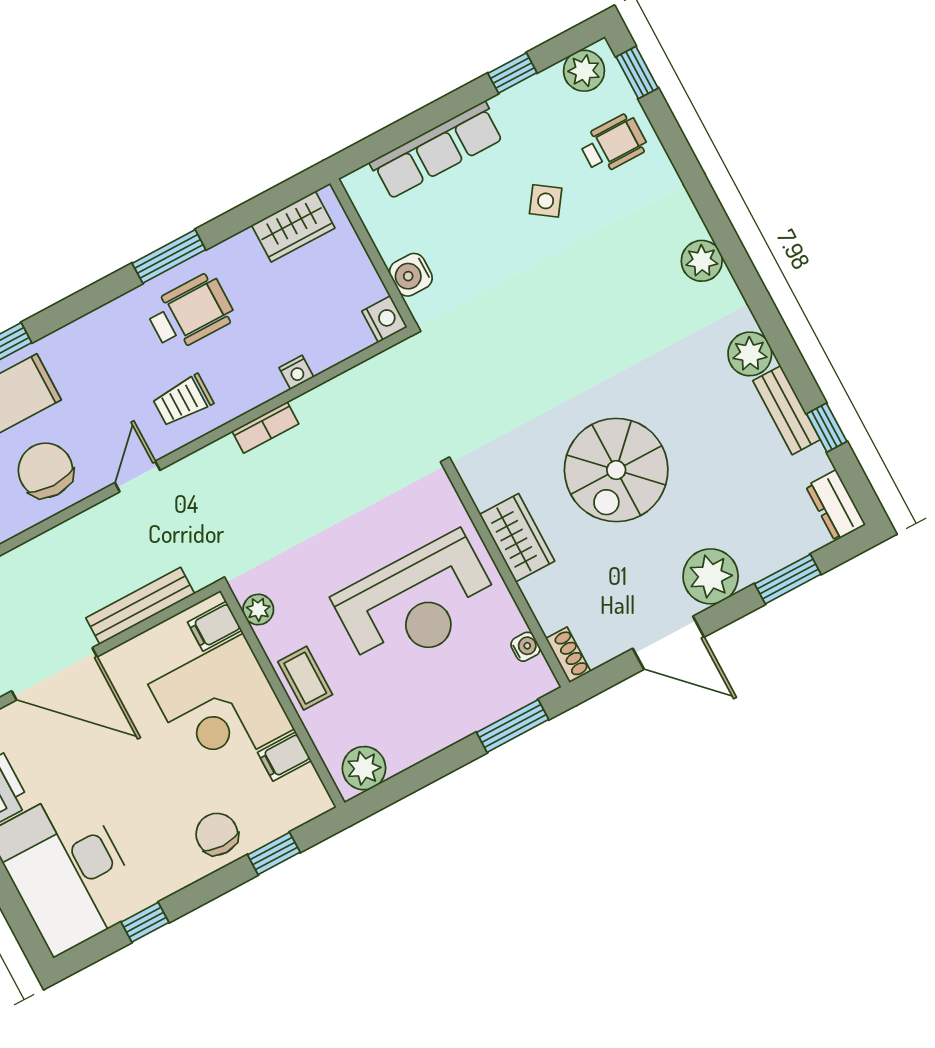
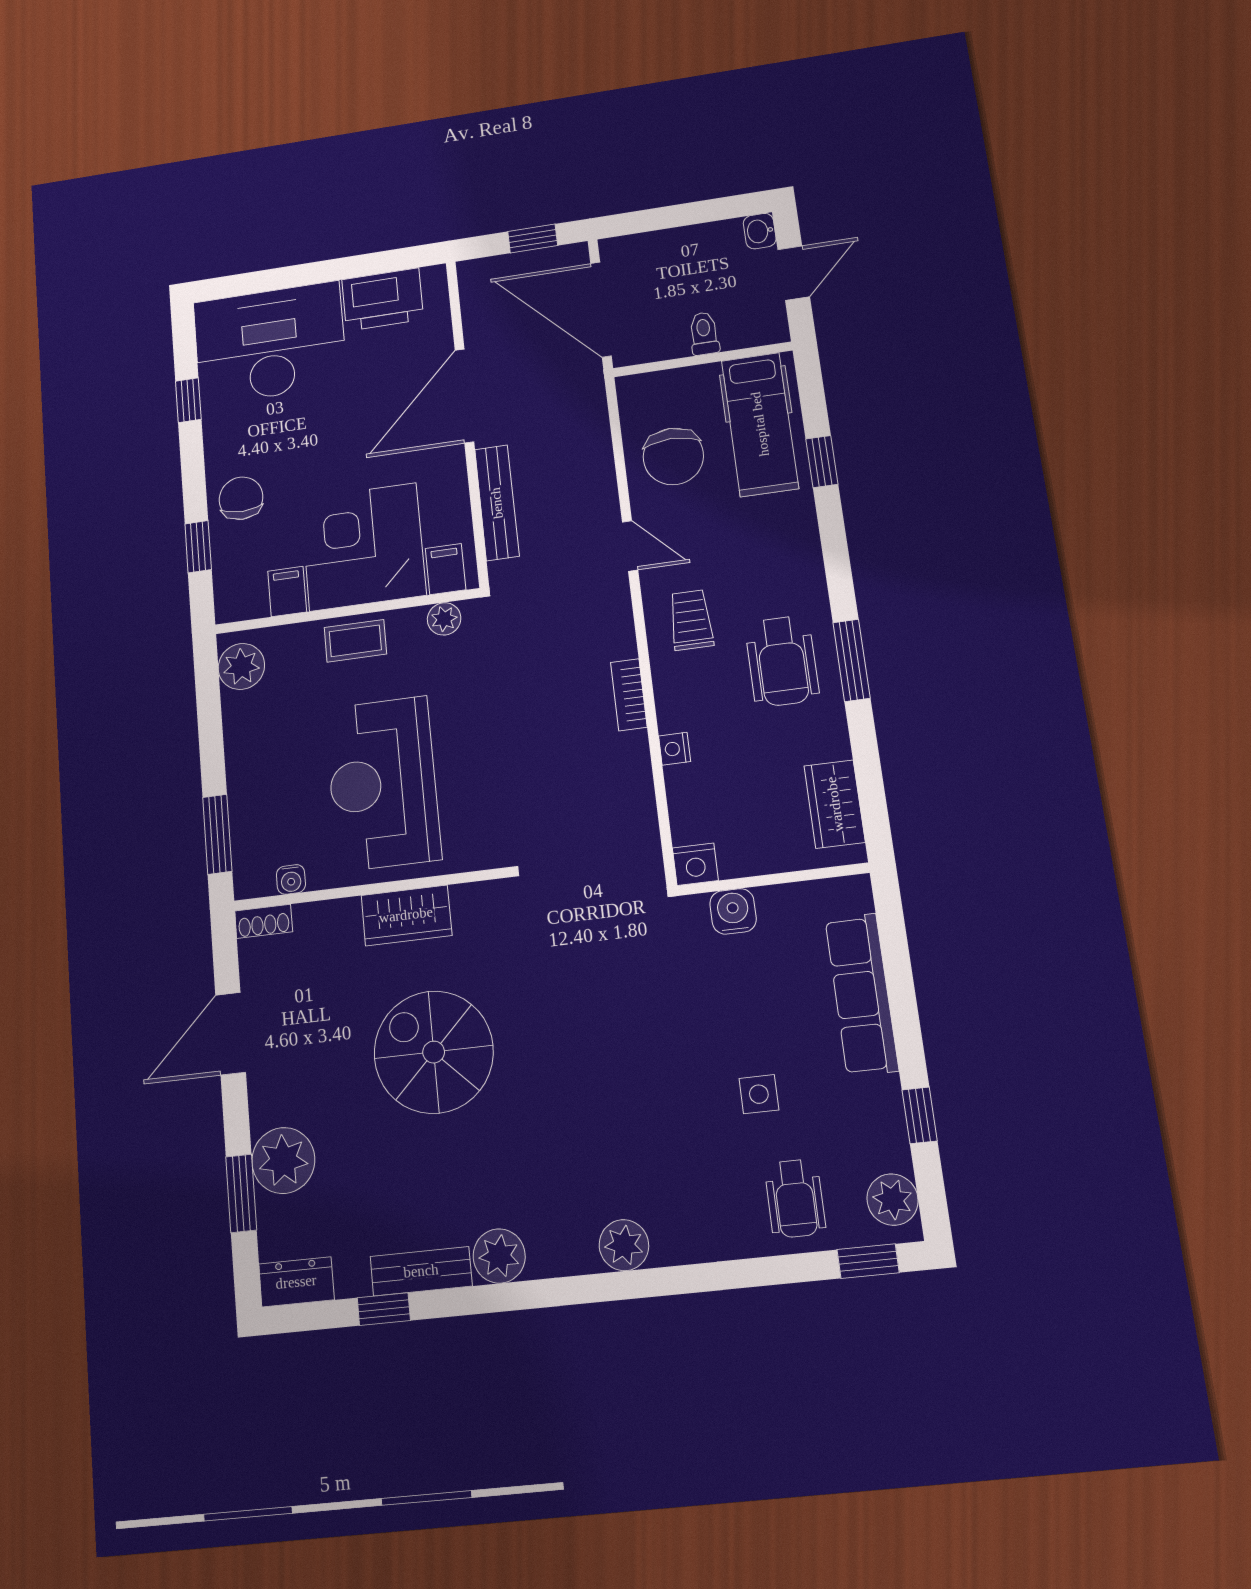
side table: (546, 201) -> (759, 1094), turned -35
chair: (45, 470) -> (673, 456), turned 90
plant: (711, 576) -> (283, 1160), moved
chair: (217, 834) -> (241, 498), turned -90

